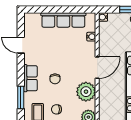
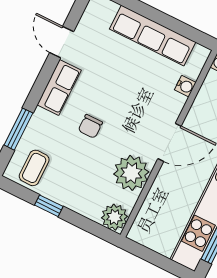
row of seats: (31, 78) -> (59, 87), moved
chair: (56, 109) -> (68, 178), removed

